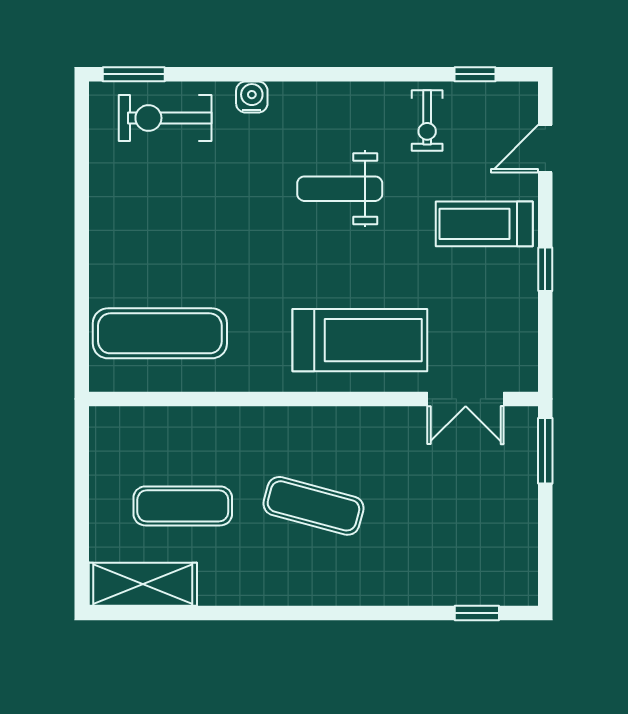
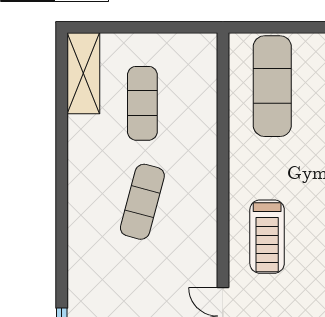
treadmill: (360, 340) -> (267, 237), width x0.73, depth x0.73

